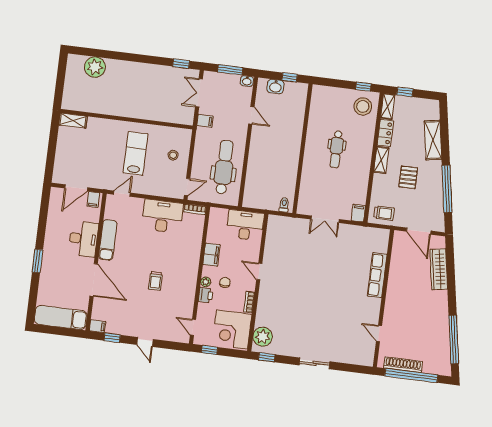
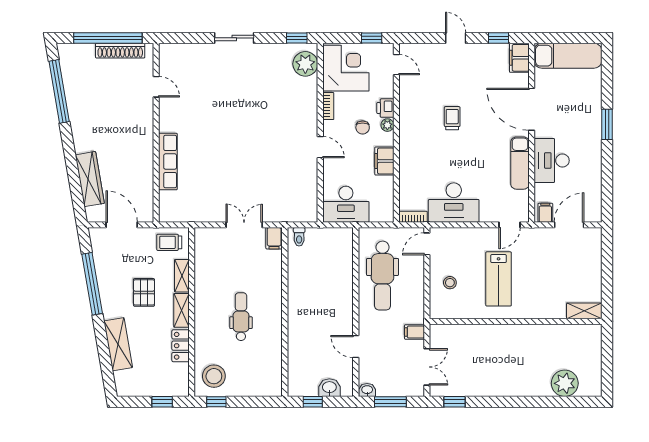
shelving: (388, 106) -> (182, 276), moved
filing cabinet: (358, 213) -> (274, 238), moved
filing cabinet: (97, 326) -> (519, 58), width x2.00

